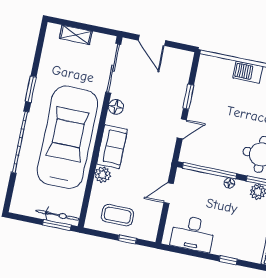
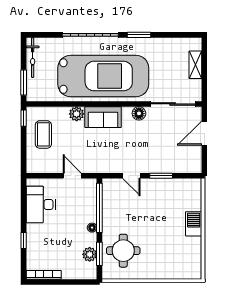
bicycle: (57, 215) -> (33, 58), moved
window: (127, 239) -> (24, 118), moved

